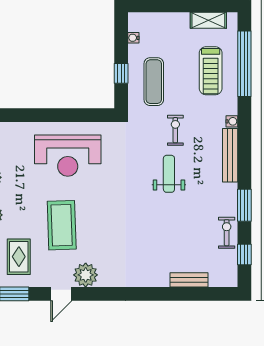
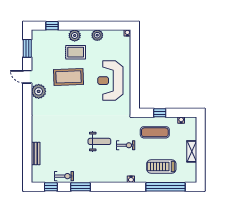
shelving: (208, 20) -> (192, 151), moved
bench: (230, 155) -> (111, 178), removed
rug: (19, 257) -> (76, 52), moved

